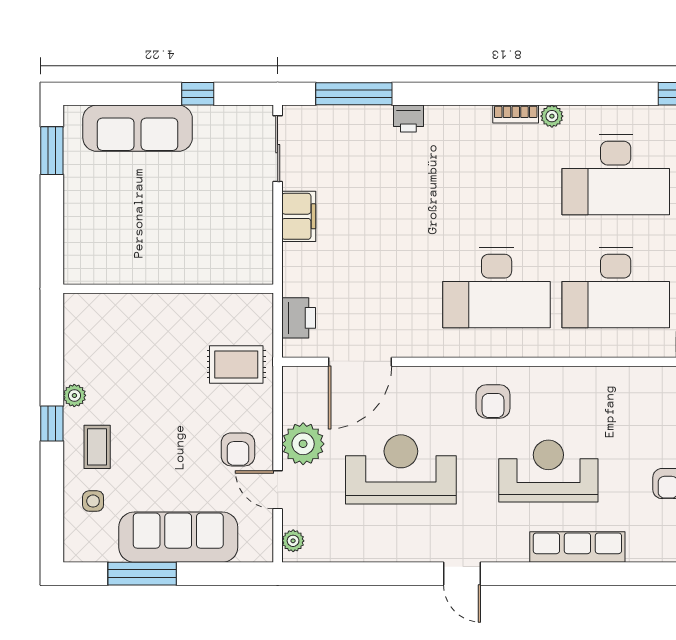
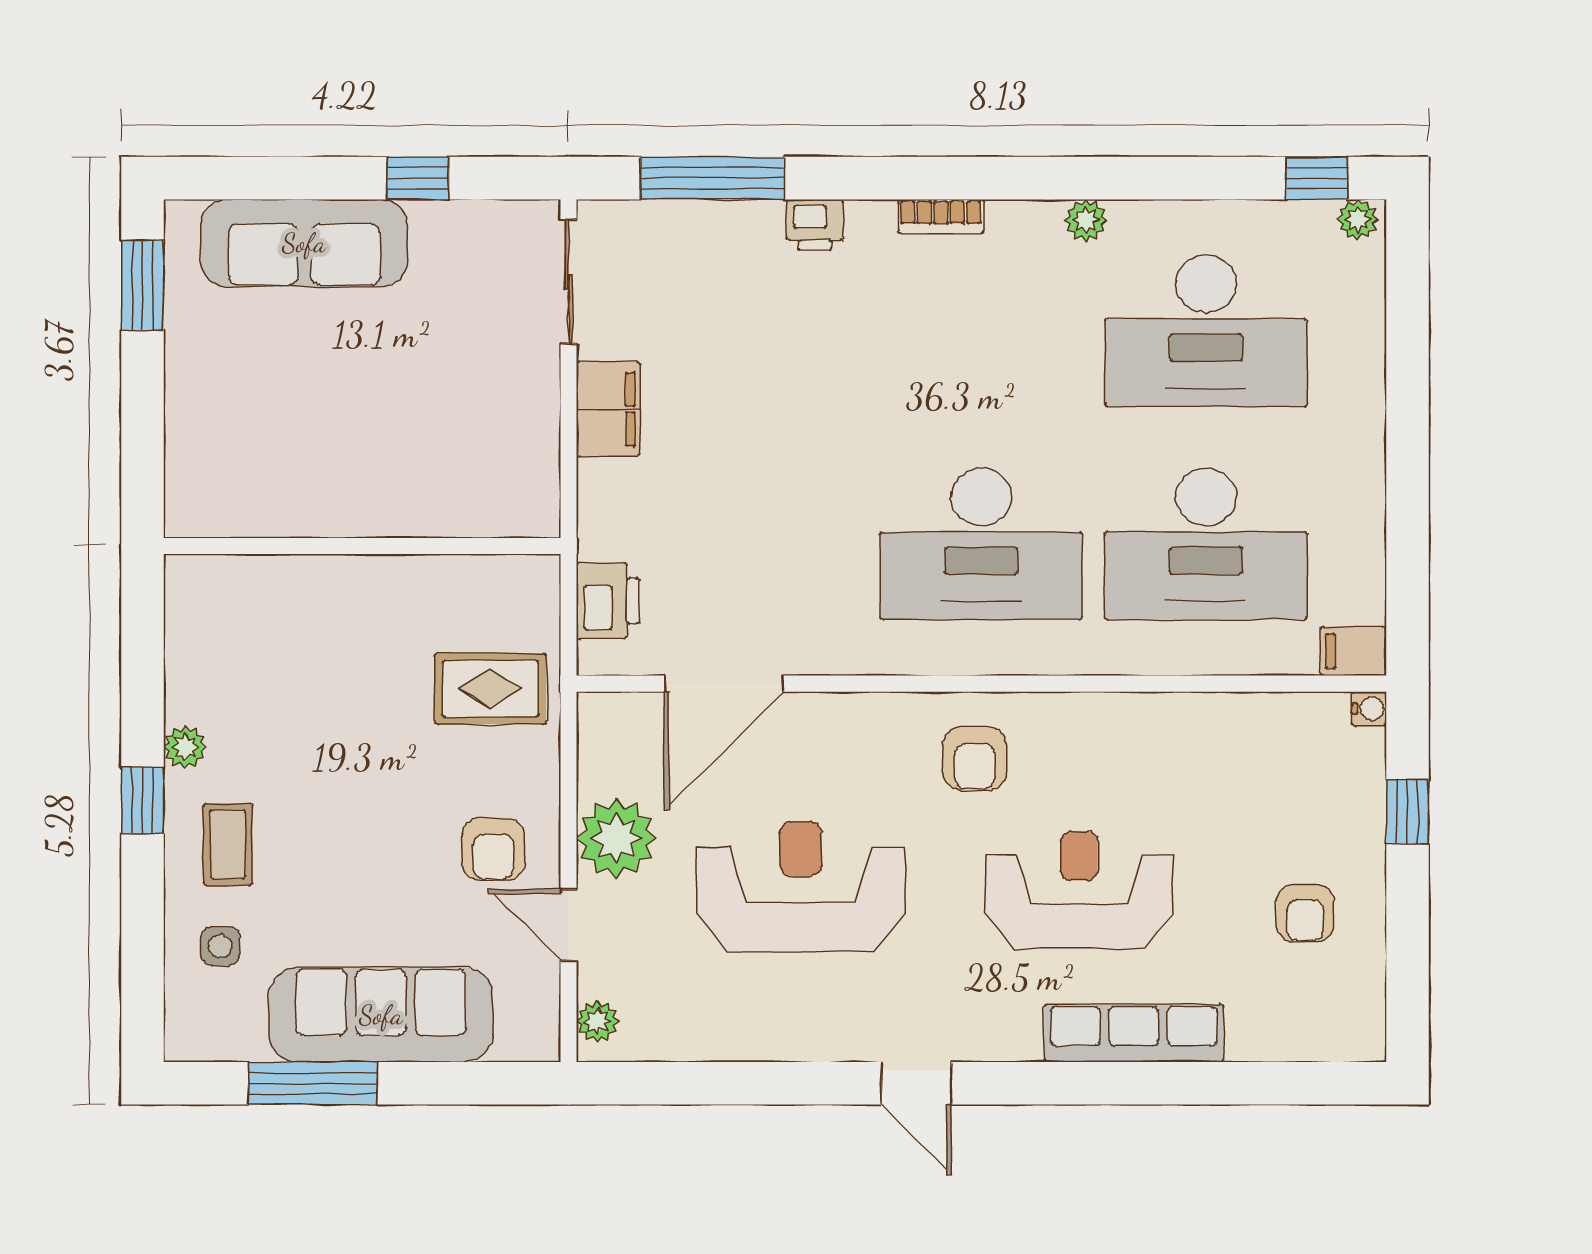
bookcase: (516, 114) -> (941, 216), moved

